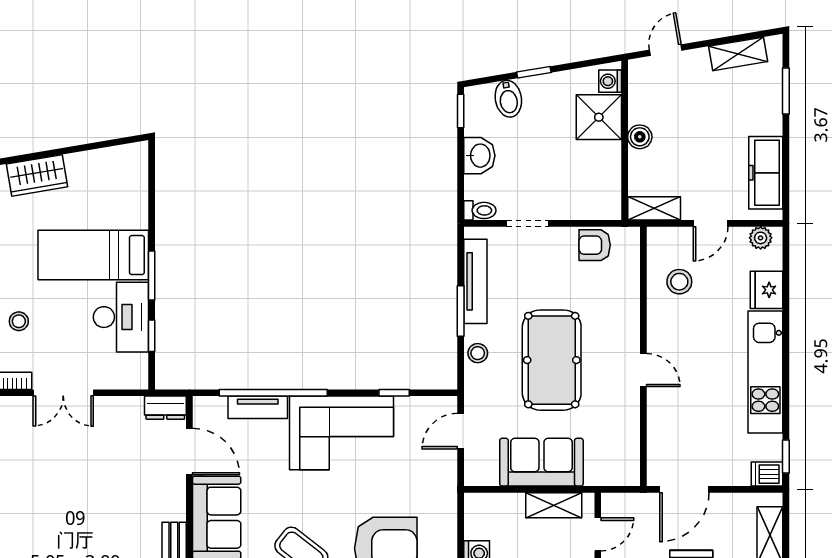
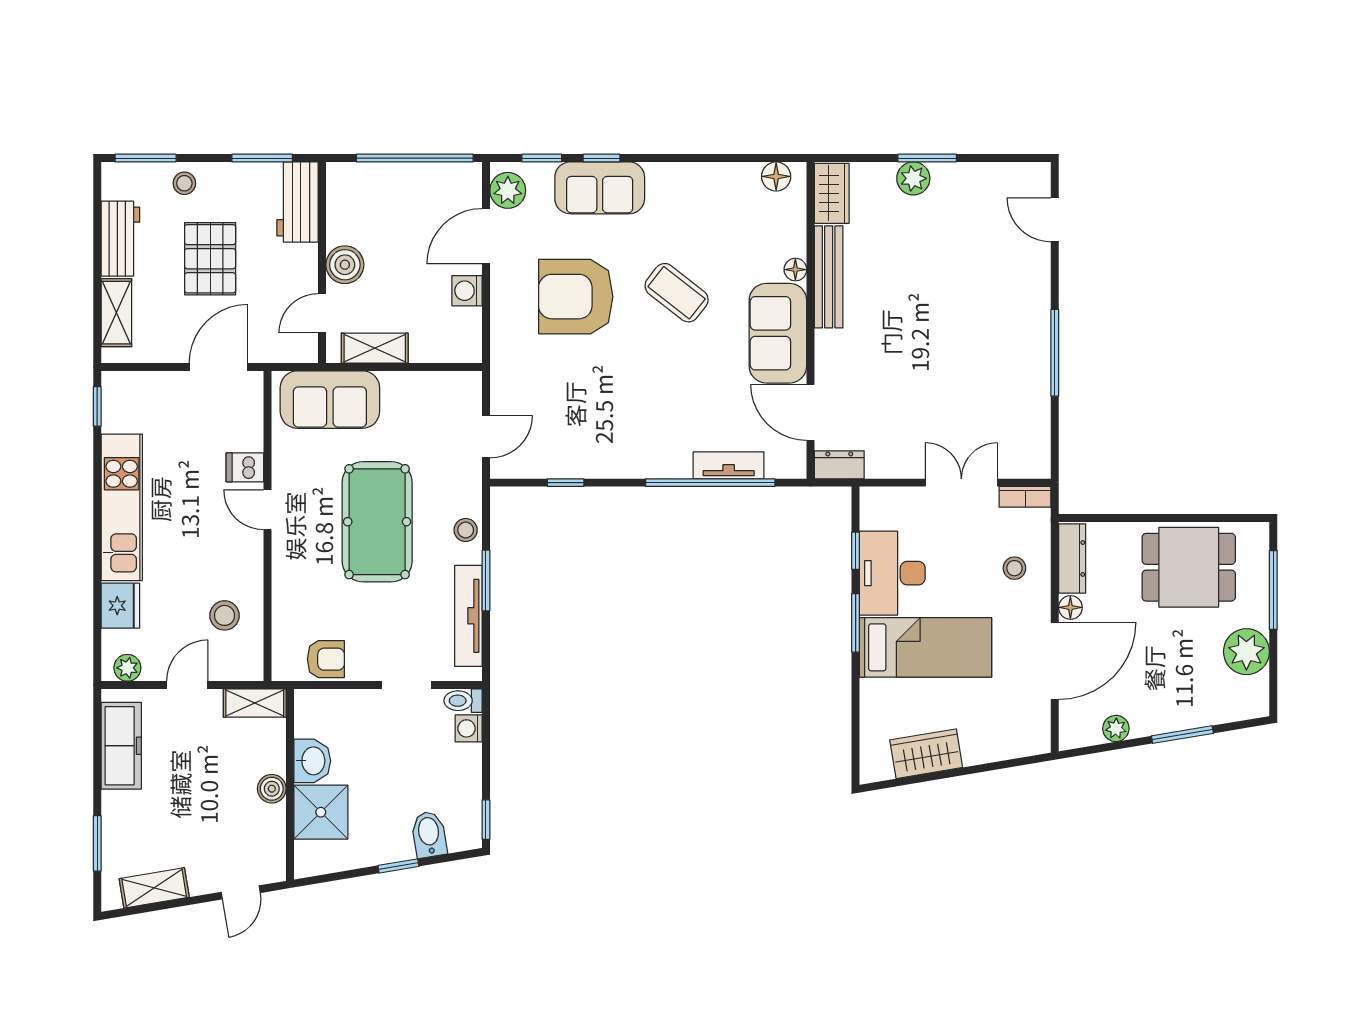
washing machine: (610, 81) -> (469, 728), moved, turned 180
washbasin: (479, 156) -> (312, 761), moved, turned 180
wardrobe: (37, 175) -> (926, 754), moved
corner sofa: (341, 433) -> (629, 435), removed
sofa: (541, 462) -> (330, 400), moved
dishwasher: (767, 474) -> (245, 467), moved, turned 180

